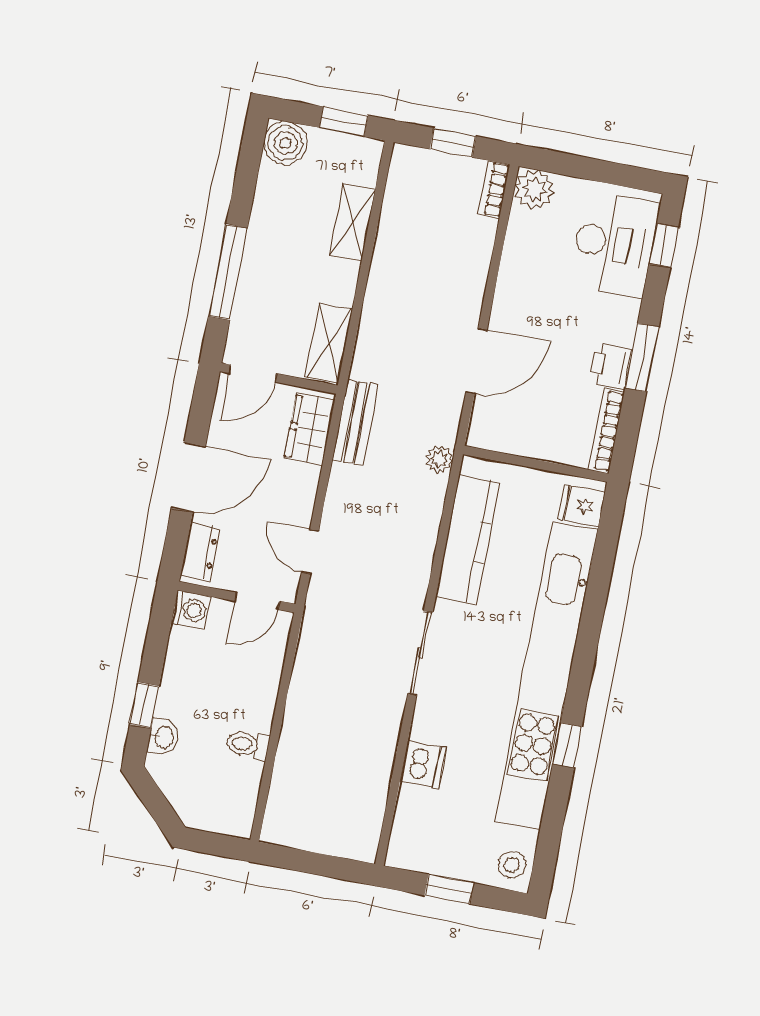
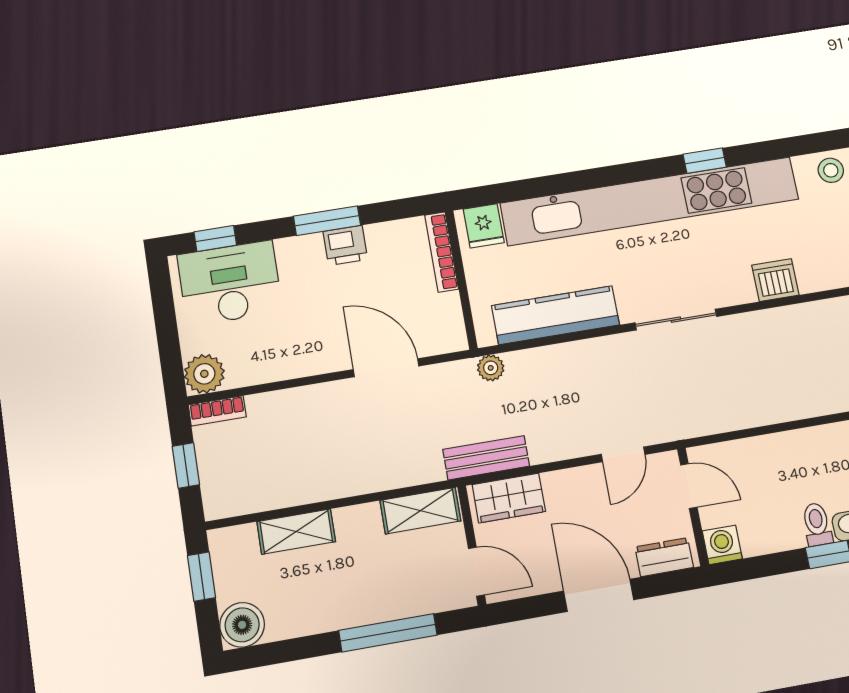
bookcase: (606, 431) -> (442, 252), moved, turned 90
toilet: (248, 745) -> (817, 524), moved, turned 180

